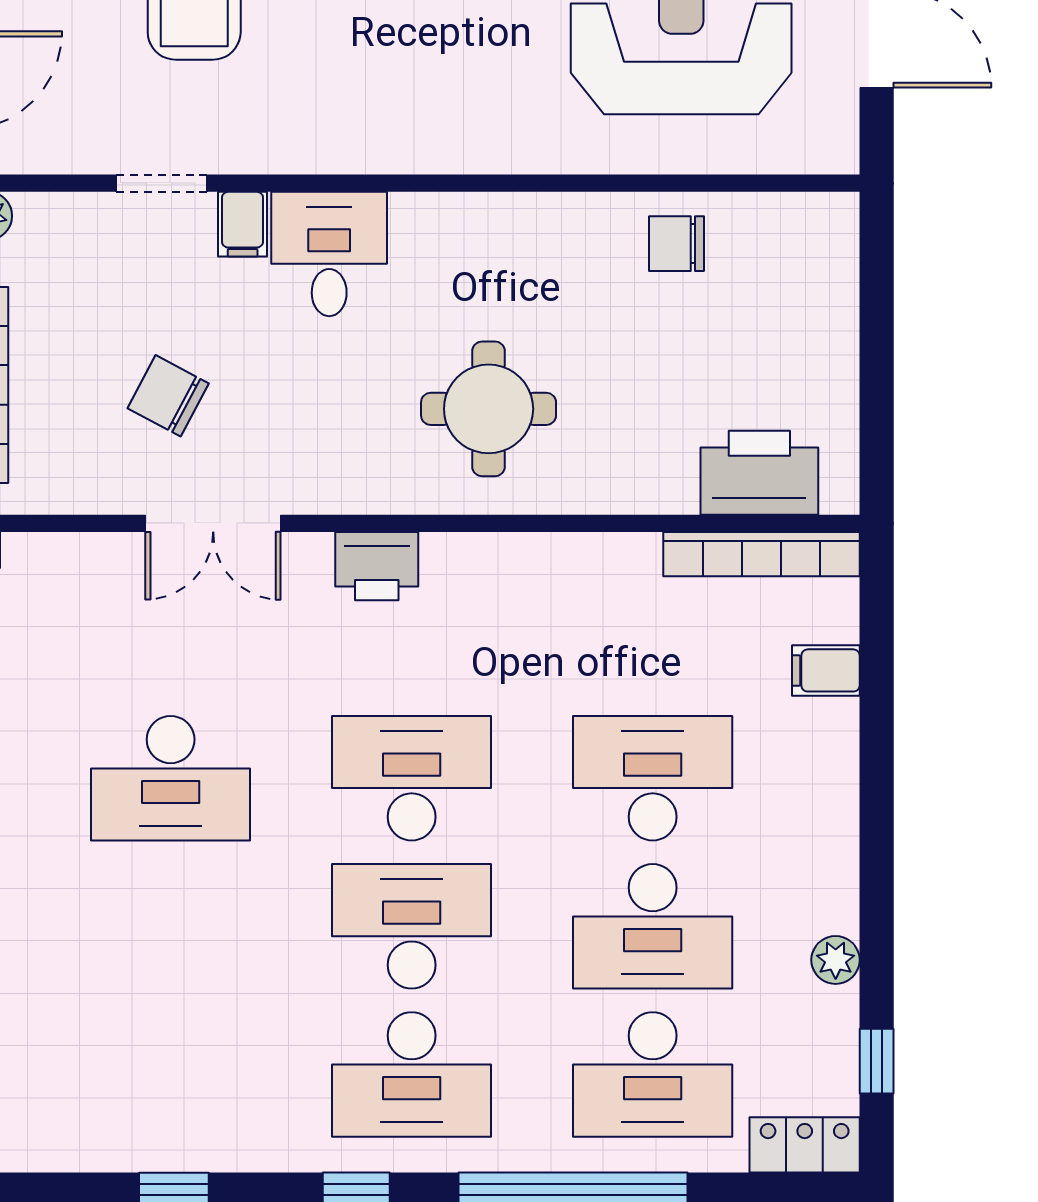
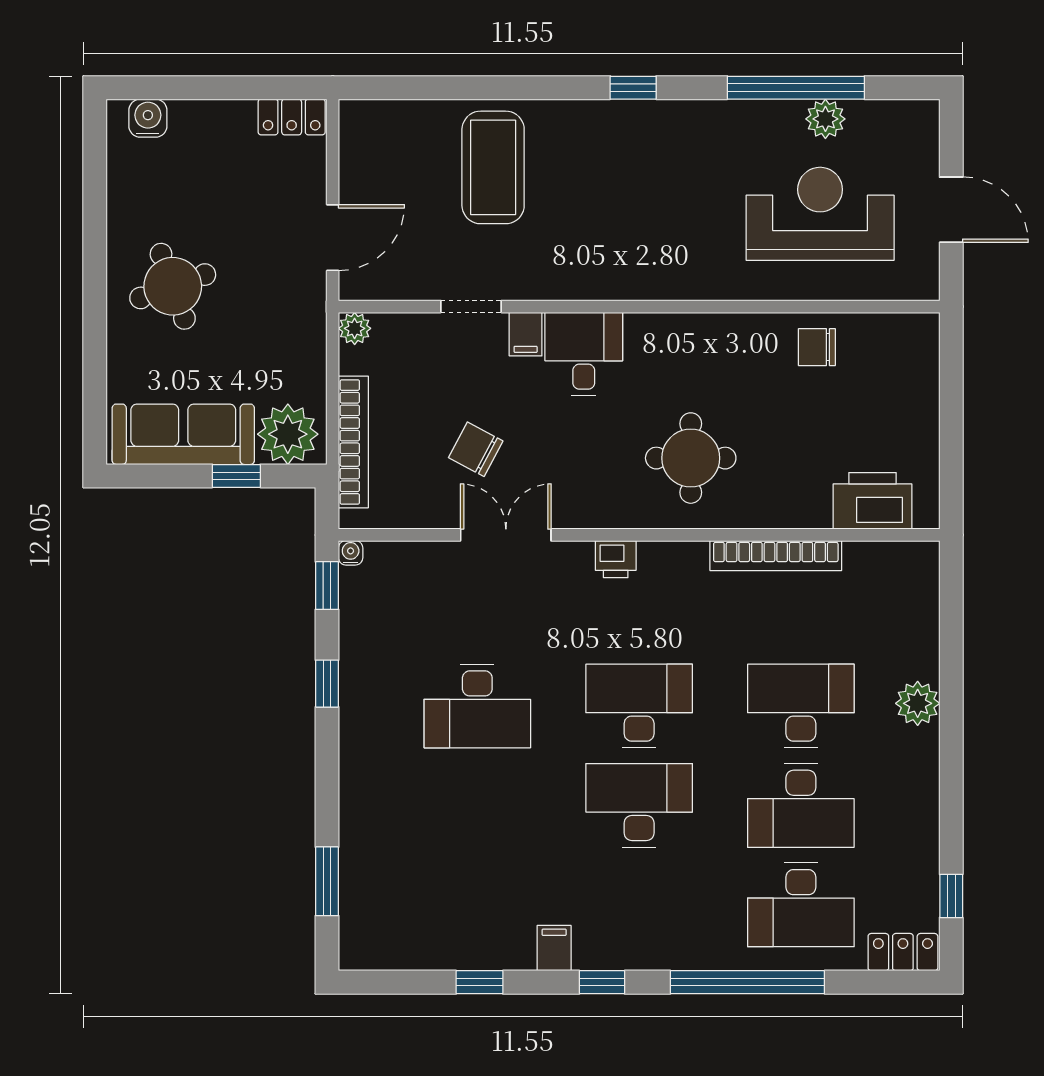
double door: (213, 523) -> (506, 535), swing flipped
bookcase: (761, 554) -> (776, 556), moved
printer: (377, 566) -> (616, 559), width x0.73, depth x0.81
filing cabinet: (826, 670) -> (554, 948), moved, turned 90
plant: (836, 960) -> (918, 703), moved, width x1.38, depth x1.38
desk: (412, 1074) -> (639, 905), removed

